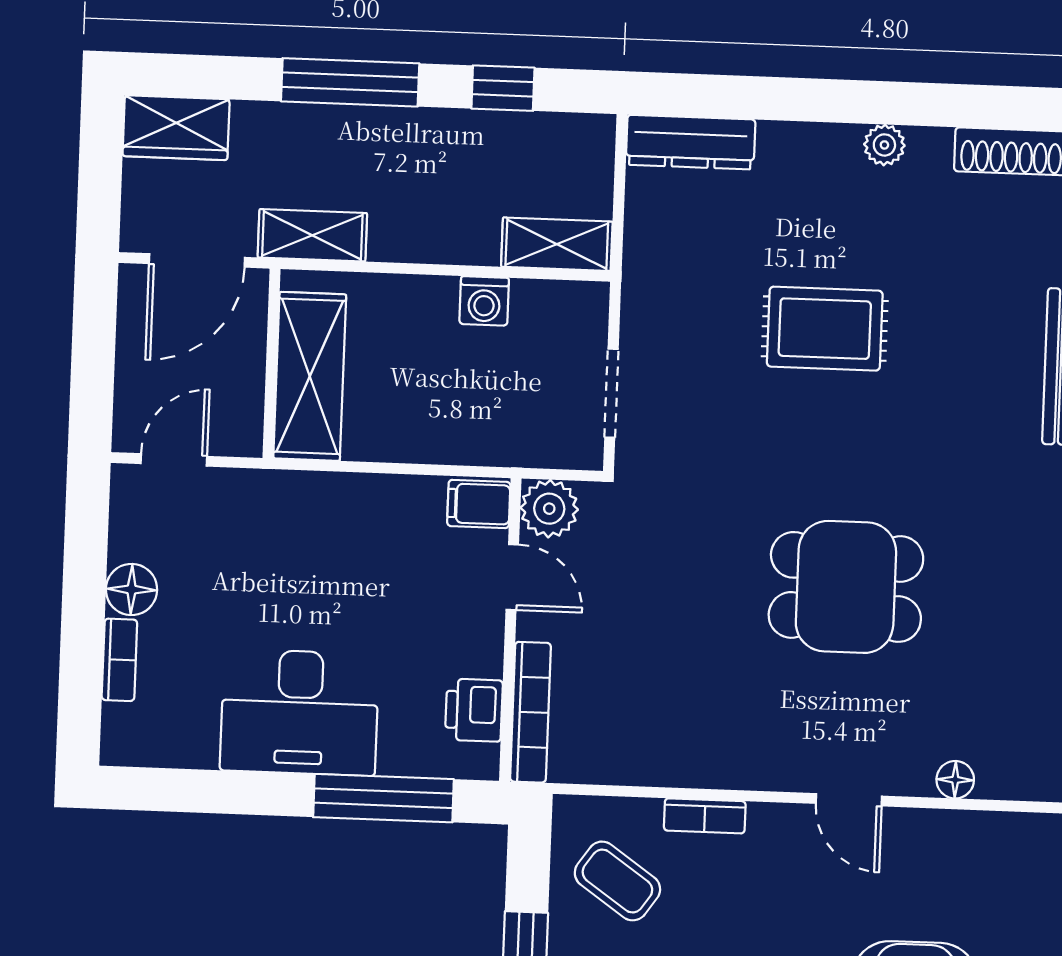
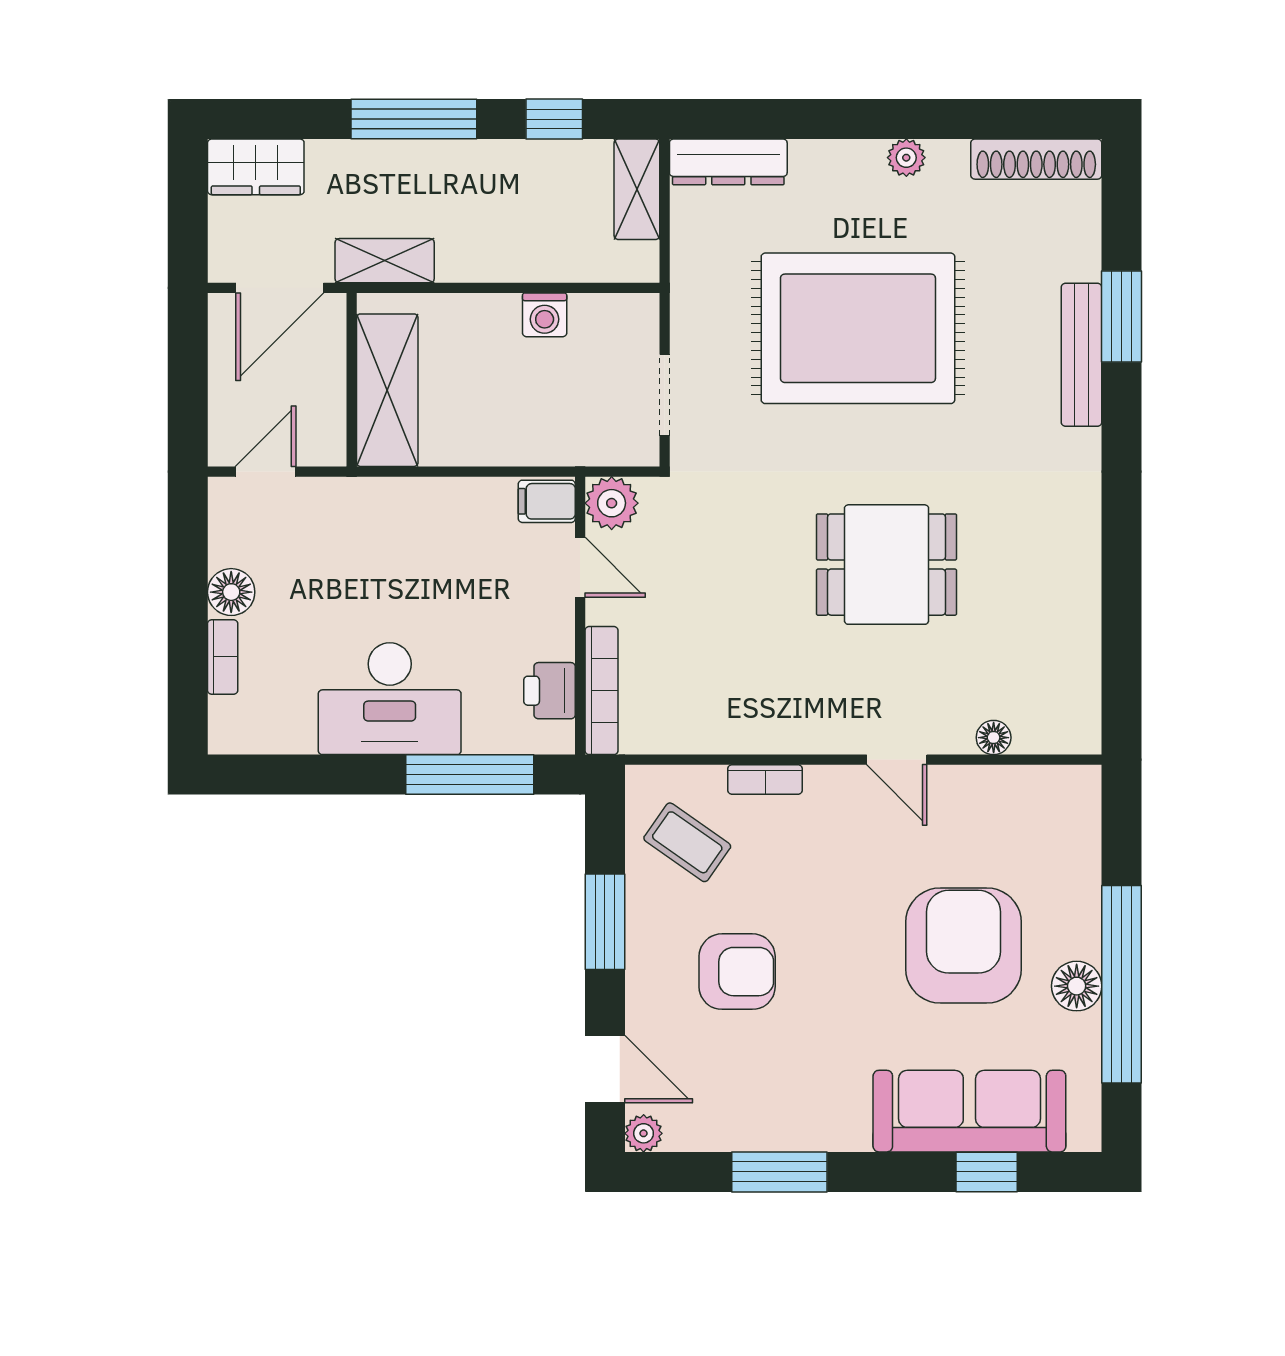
shelving: (557, 244) -> (637, 189), moved, turned 90
rug: (825, 329) -> (858, 328), width x1.86, depth x2.06

